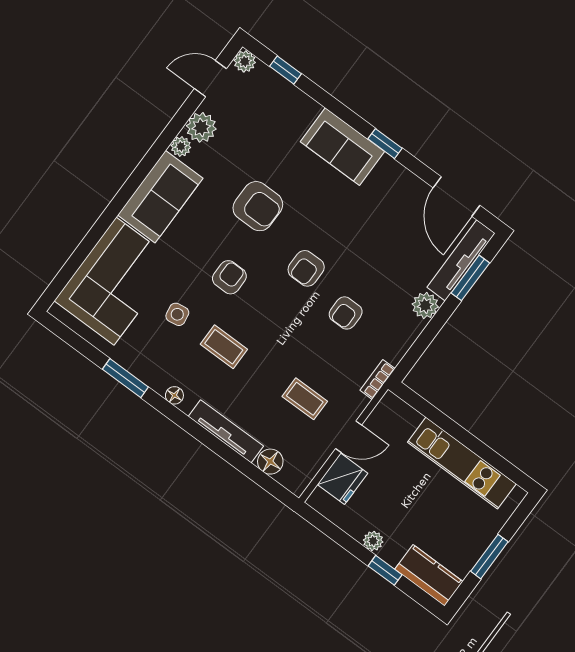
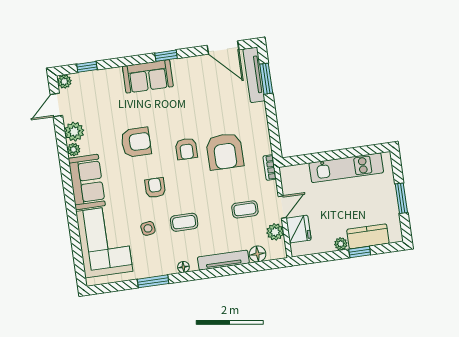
plant: (425, 305) -> (275, 232), moved
armchair: (346, 313) -> (225, 151), width x1.88, depth x1.88
kitchen counter: (429, 575) -> (368, 236), moved

